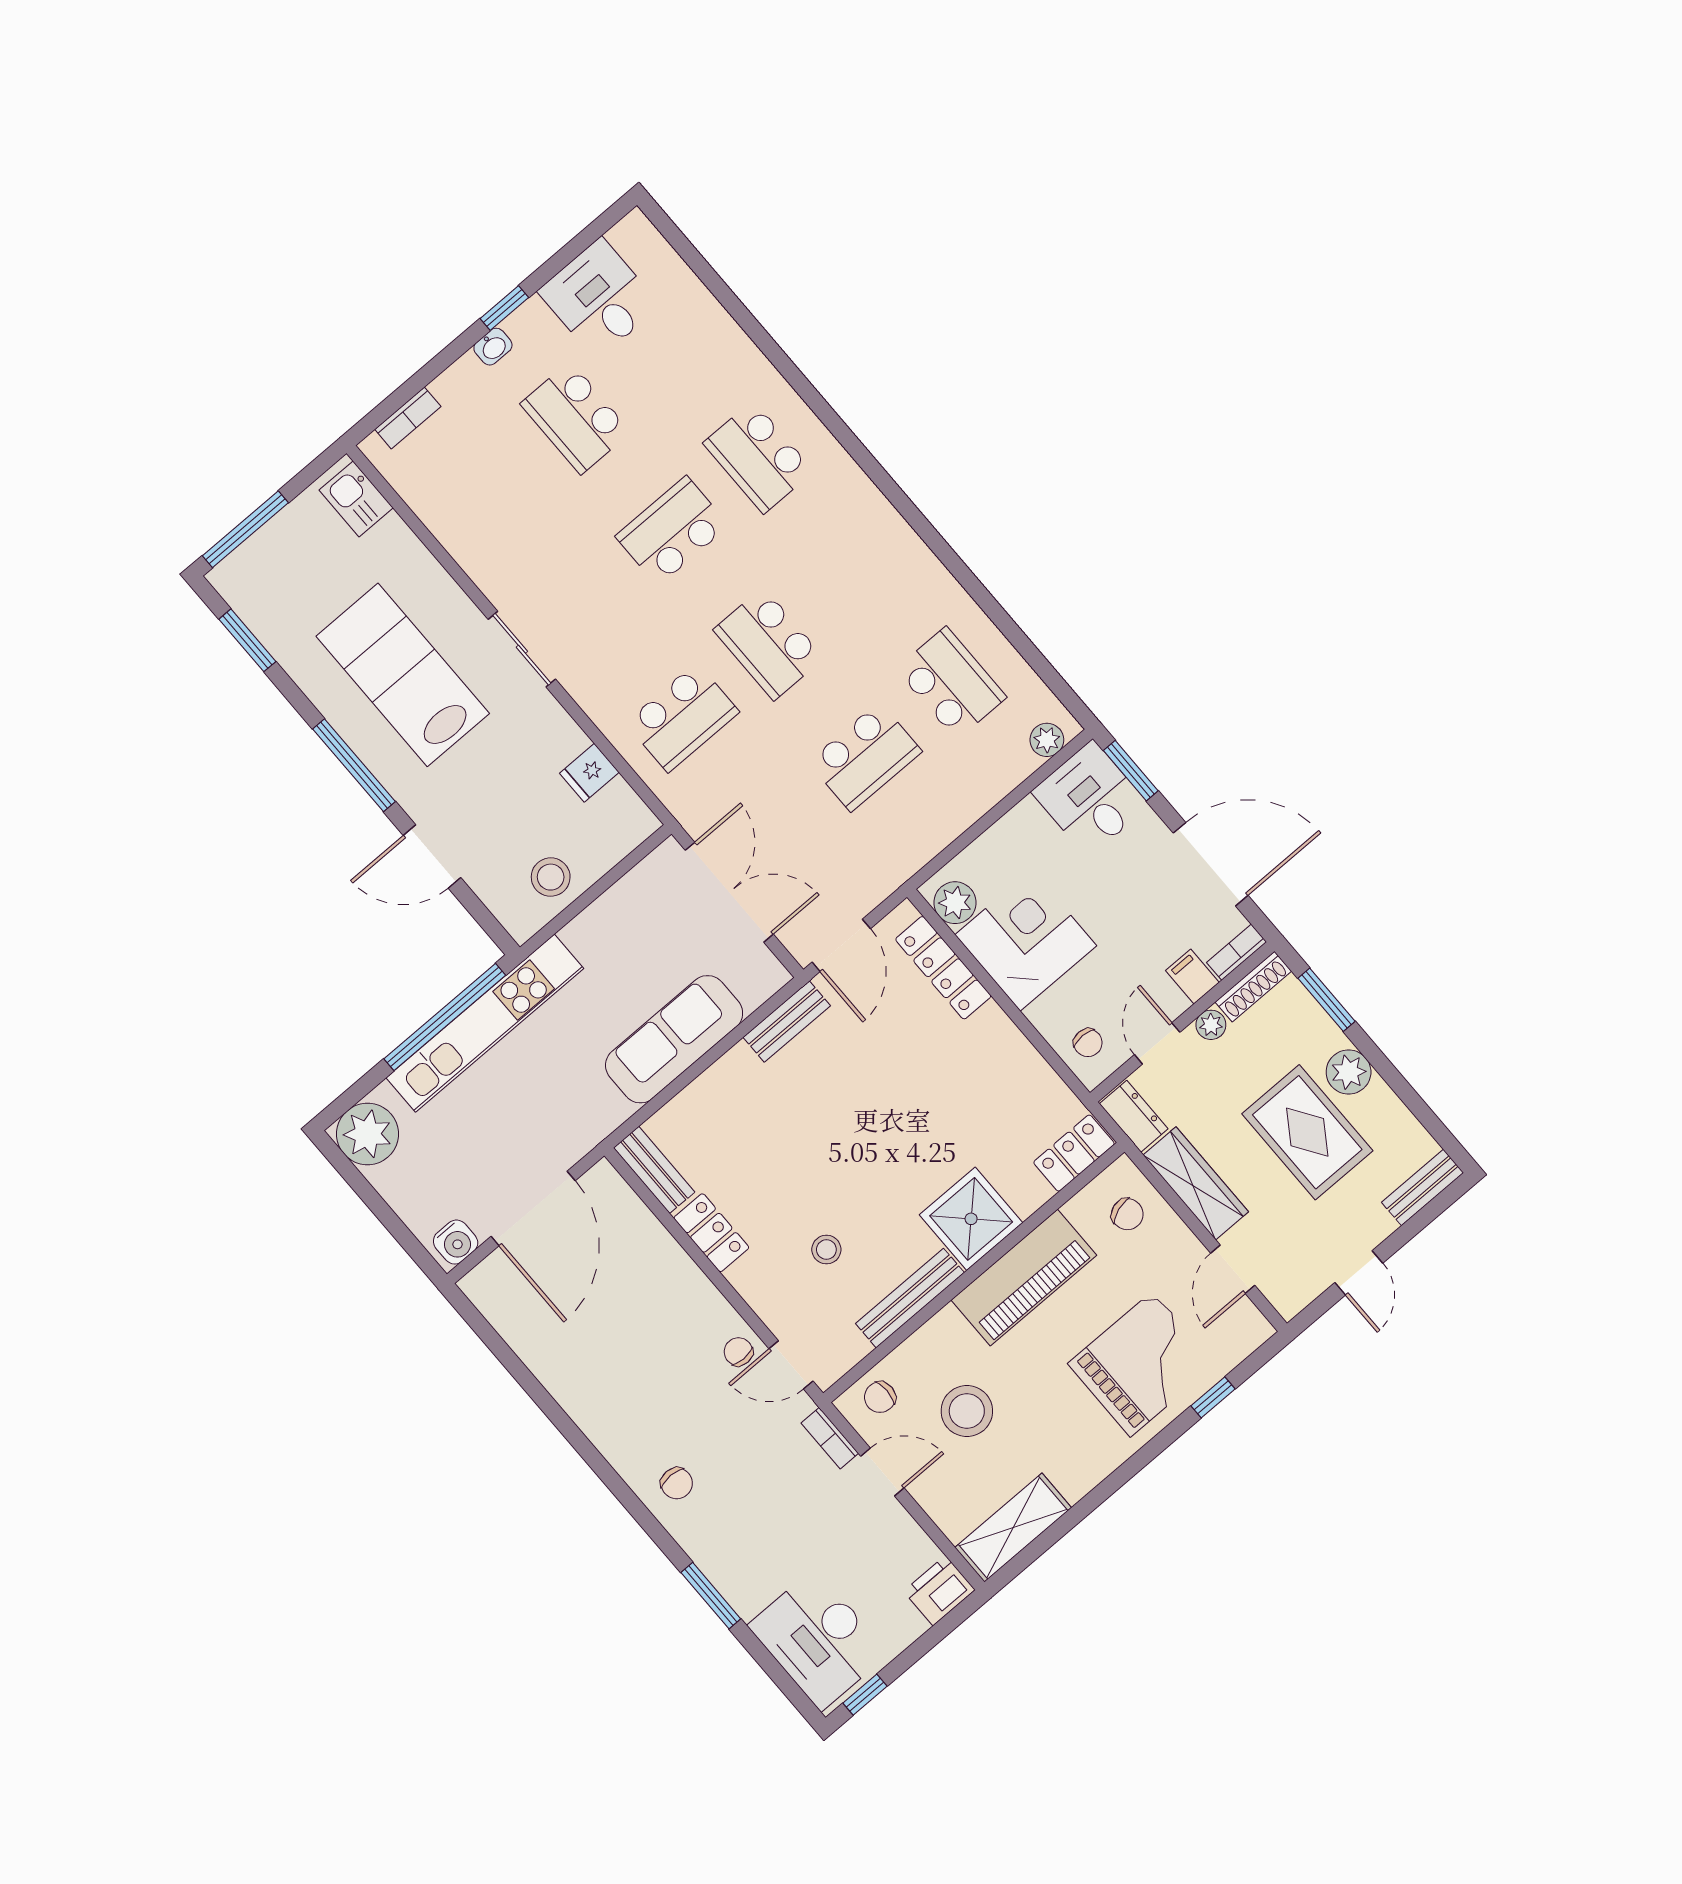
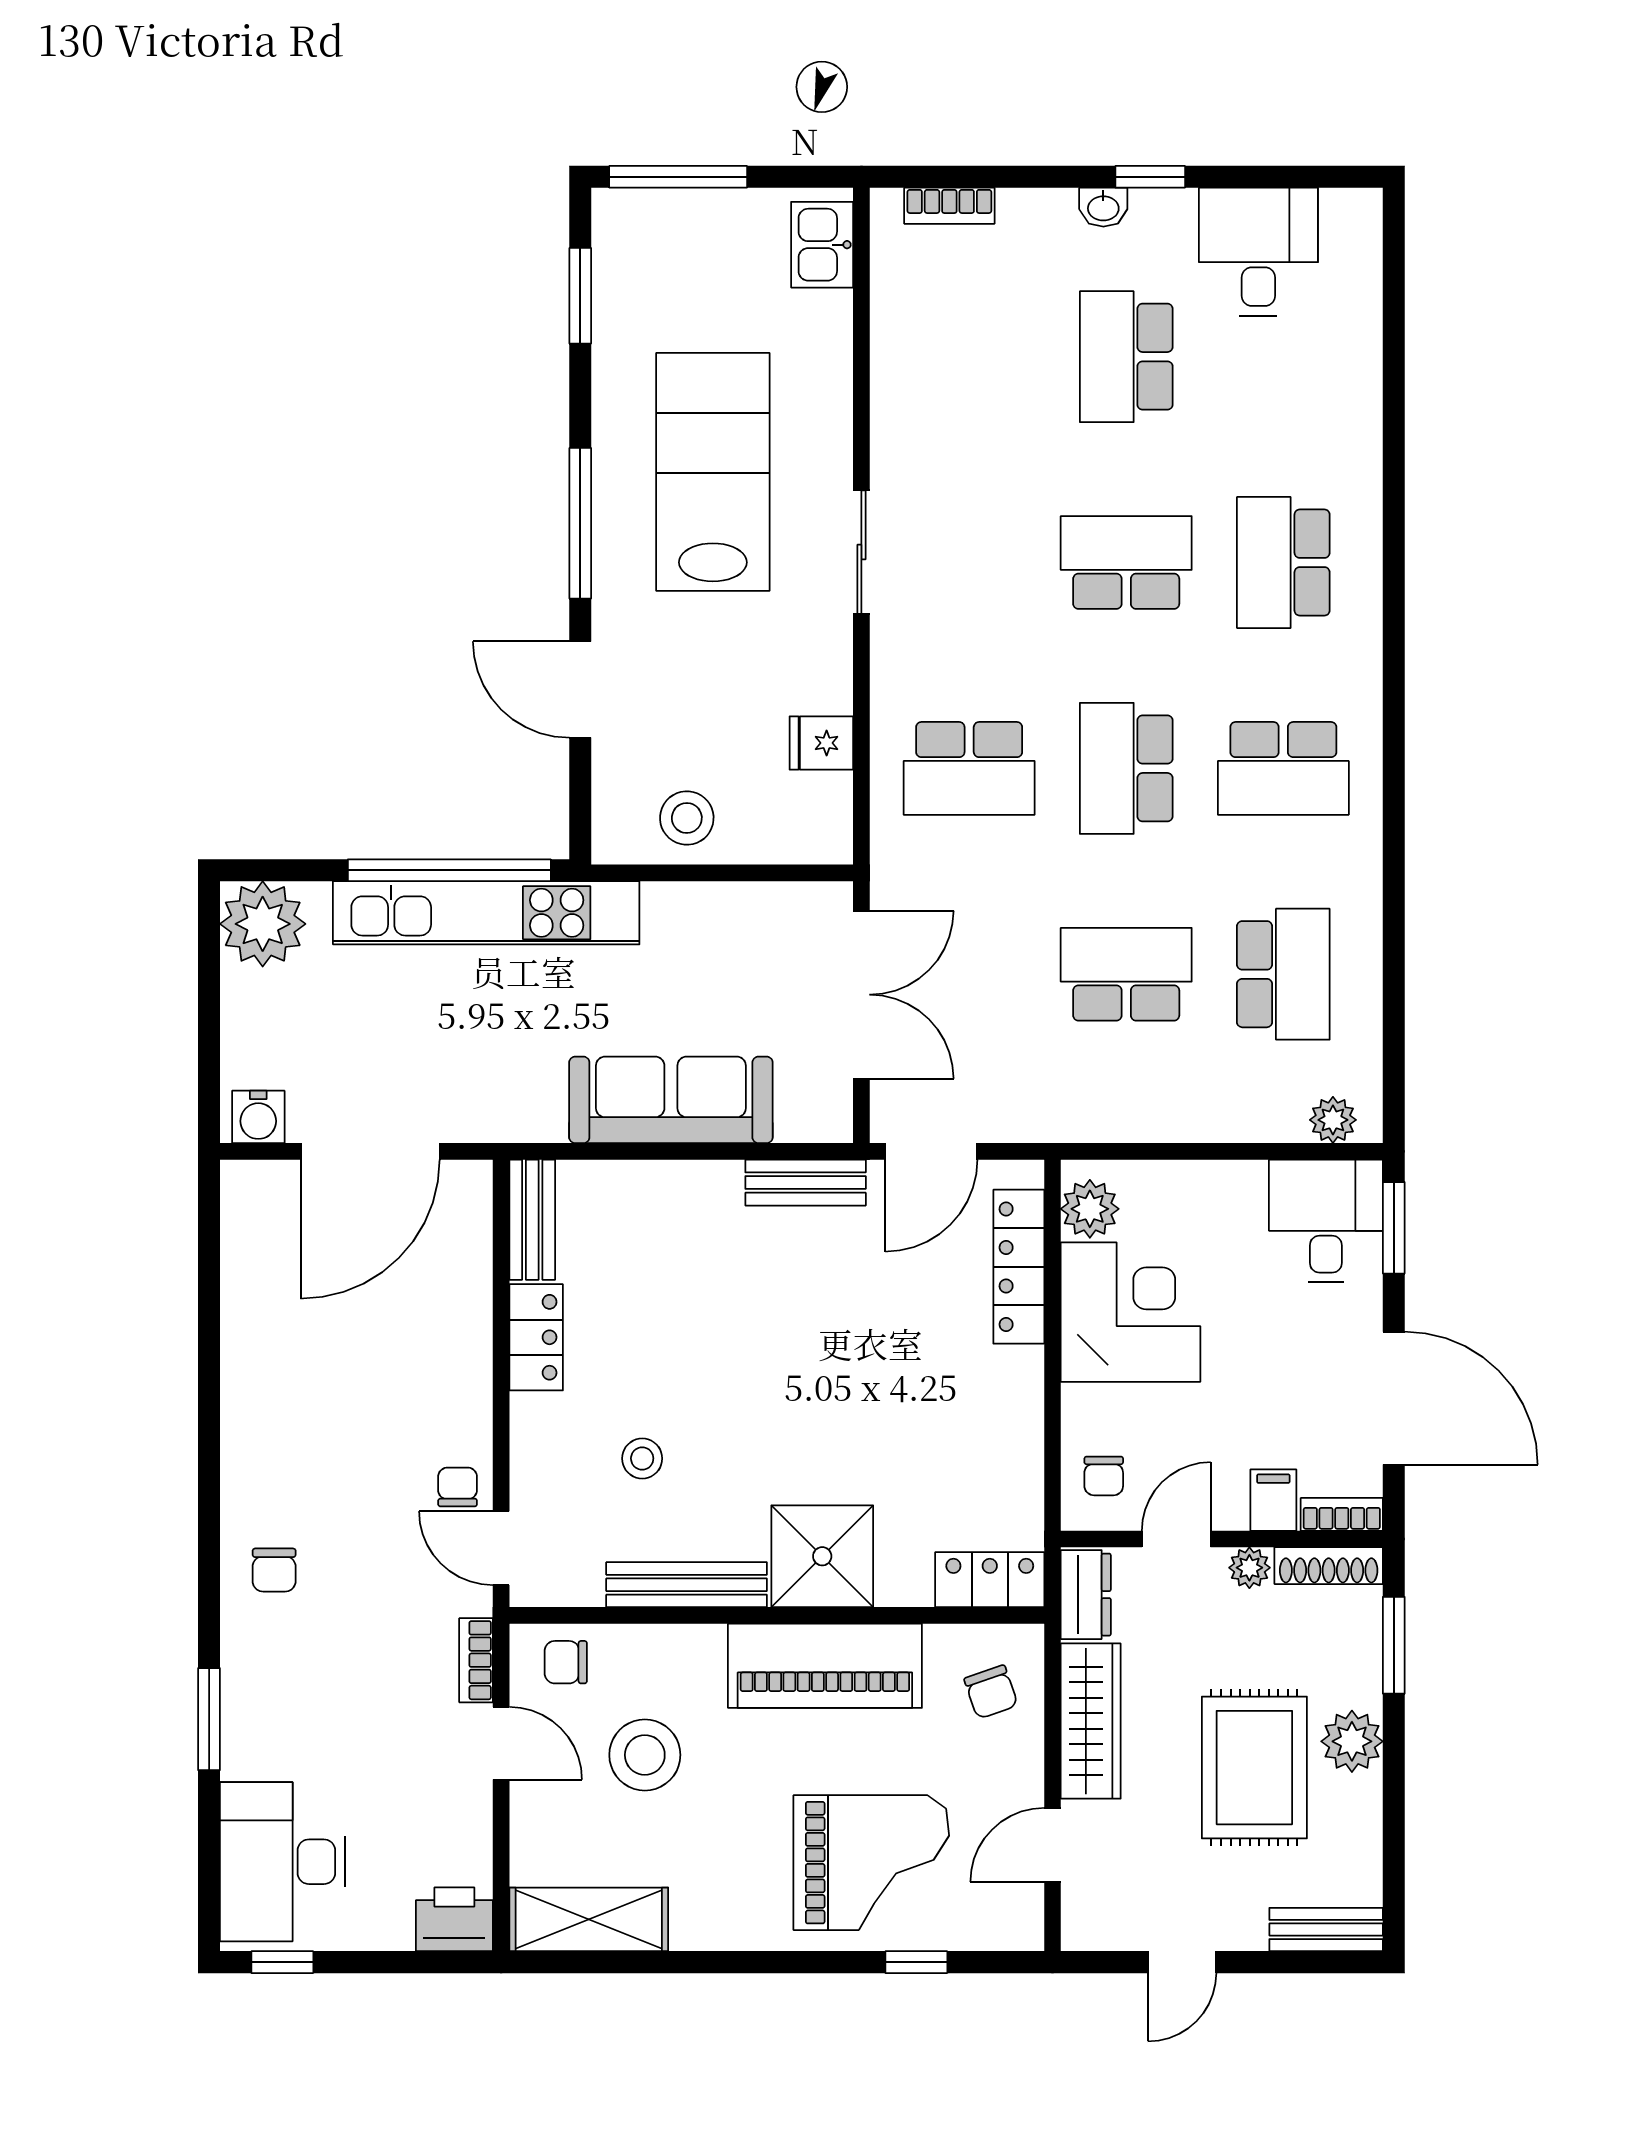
school desk: (855, 570) -> (1283, 768), added
school desk: (865, 757) -> (1126, 974), turned 180

